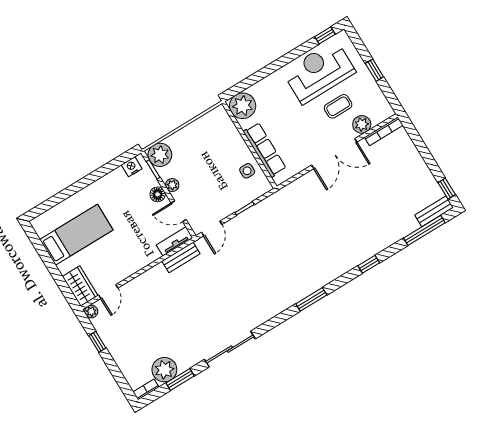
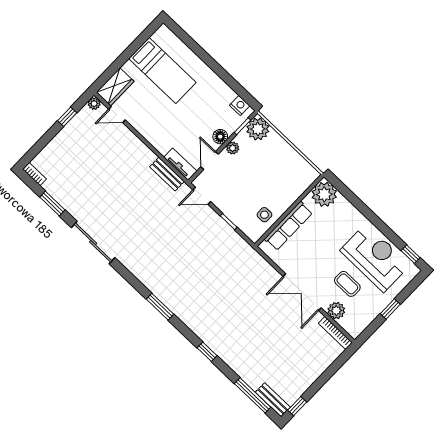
plant: (164, 370) -> (58, 186), removed

